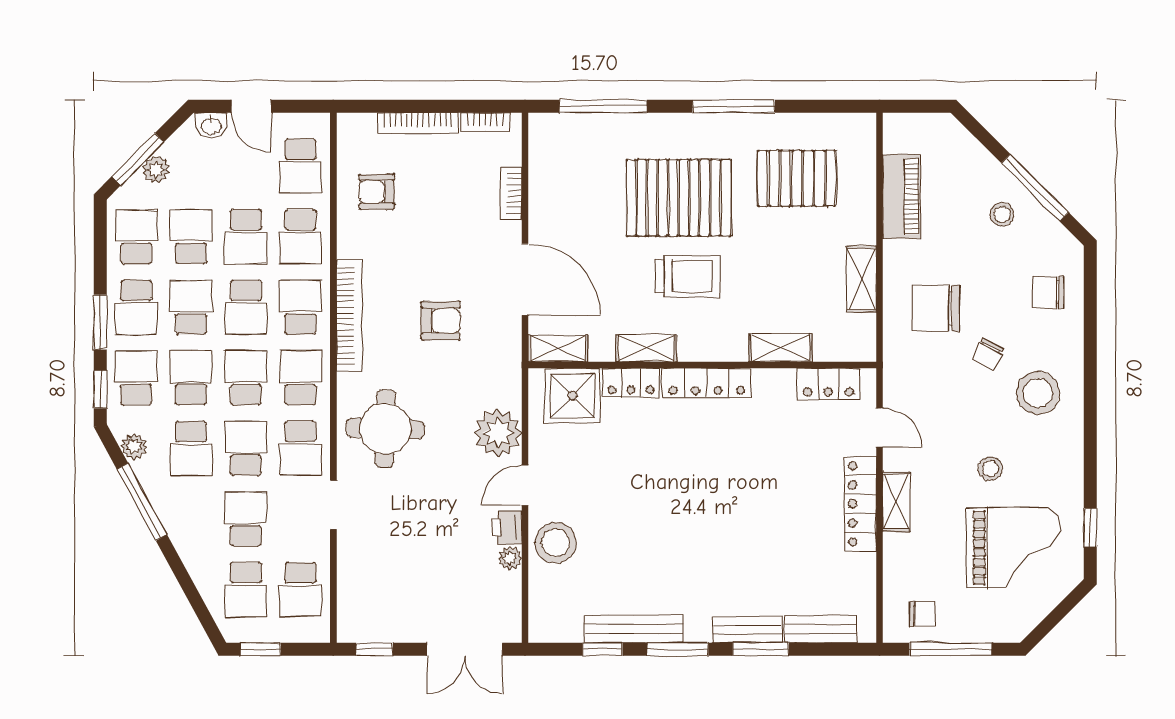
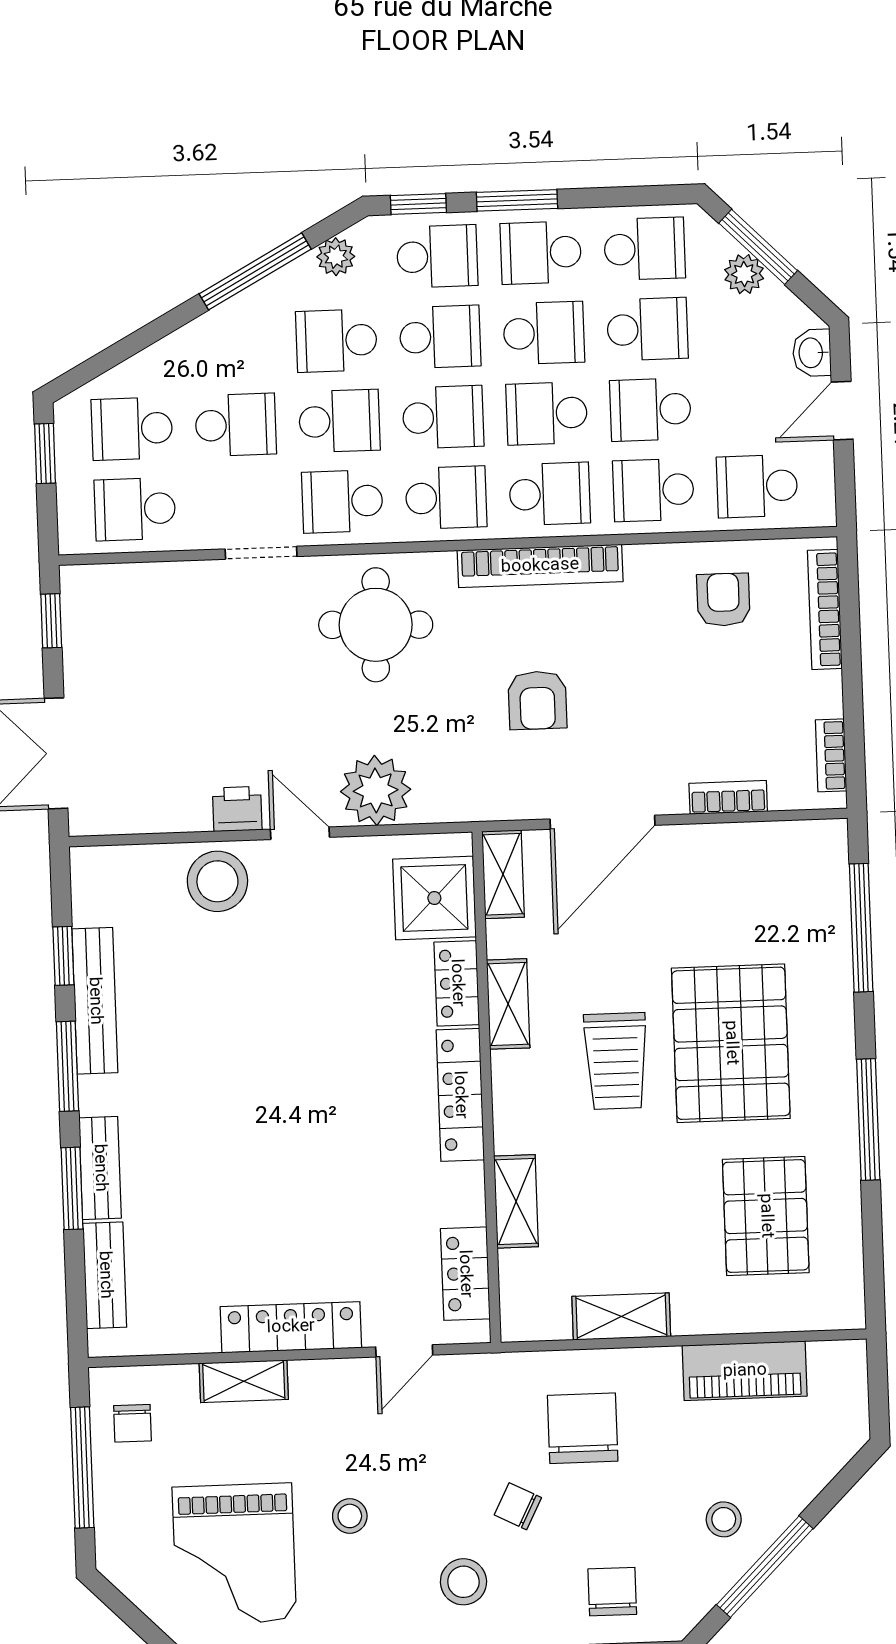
bookcase: (418, 123) -> (825, 609), moved
stool: (1038, 393) -> (463, 1582), width x0.73, depth x0.73
shelving: (896, 502) -> (244, 1381), moved
plant: (510, 558) -> (192, 815), removed

